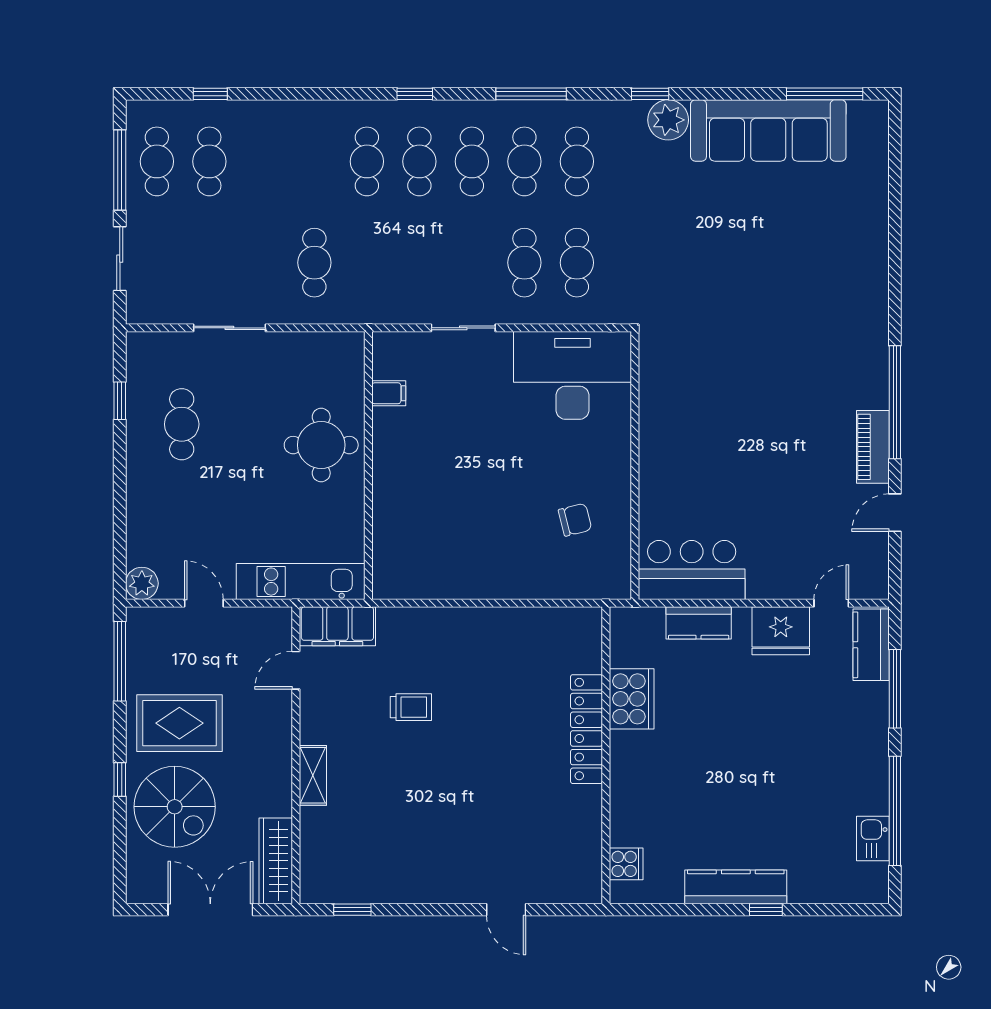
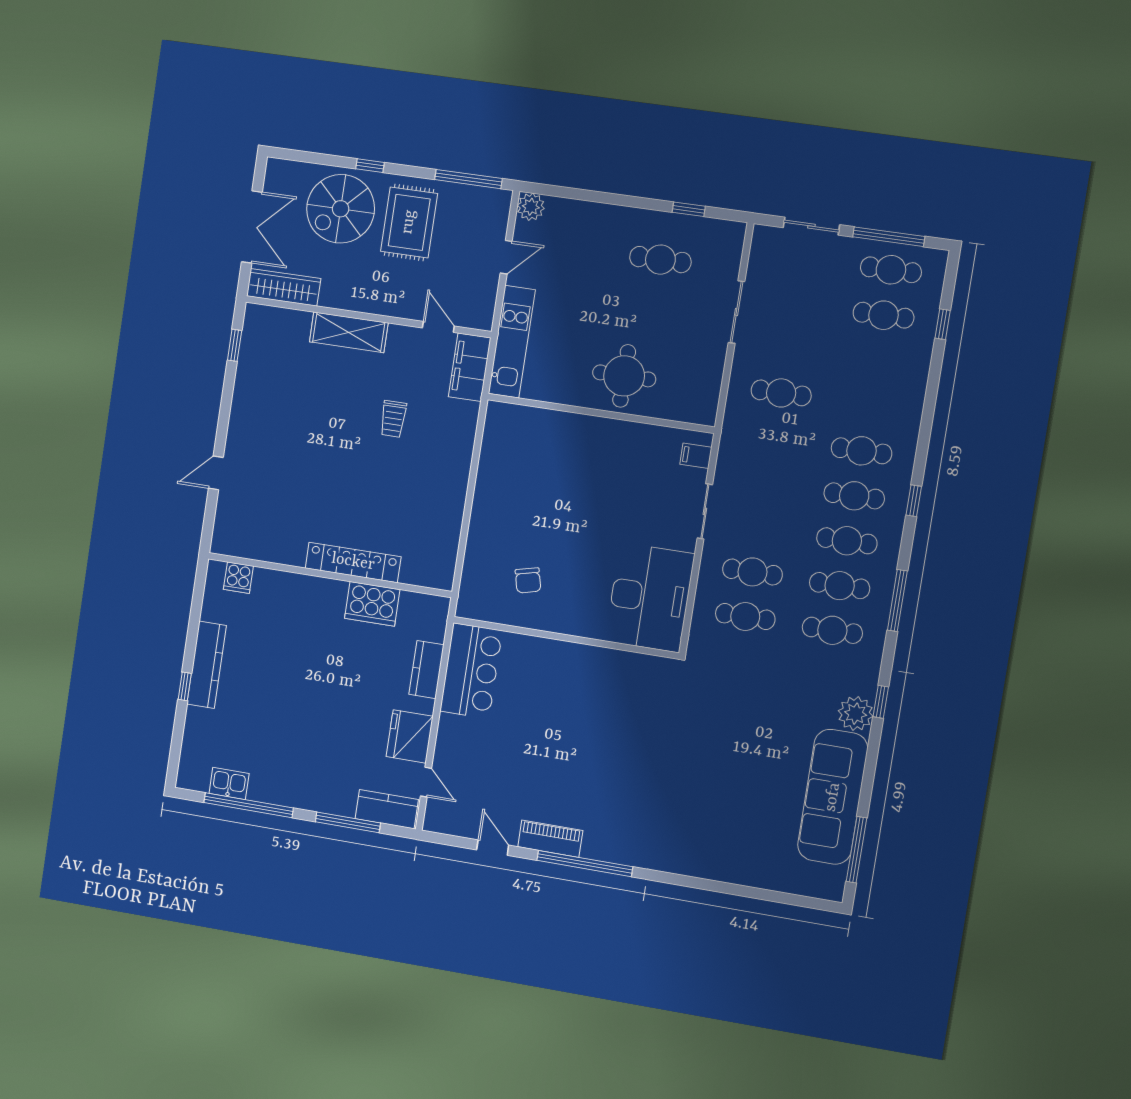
filing cabinet: (389, 393) -> (696, 456), moved, turned 90
shelving: (313, 775) -> (349, 332), width x1.50, depth x1.33

